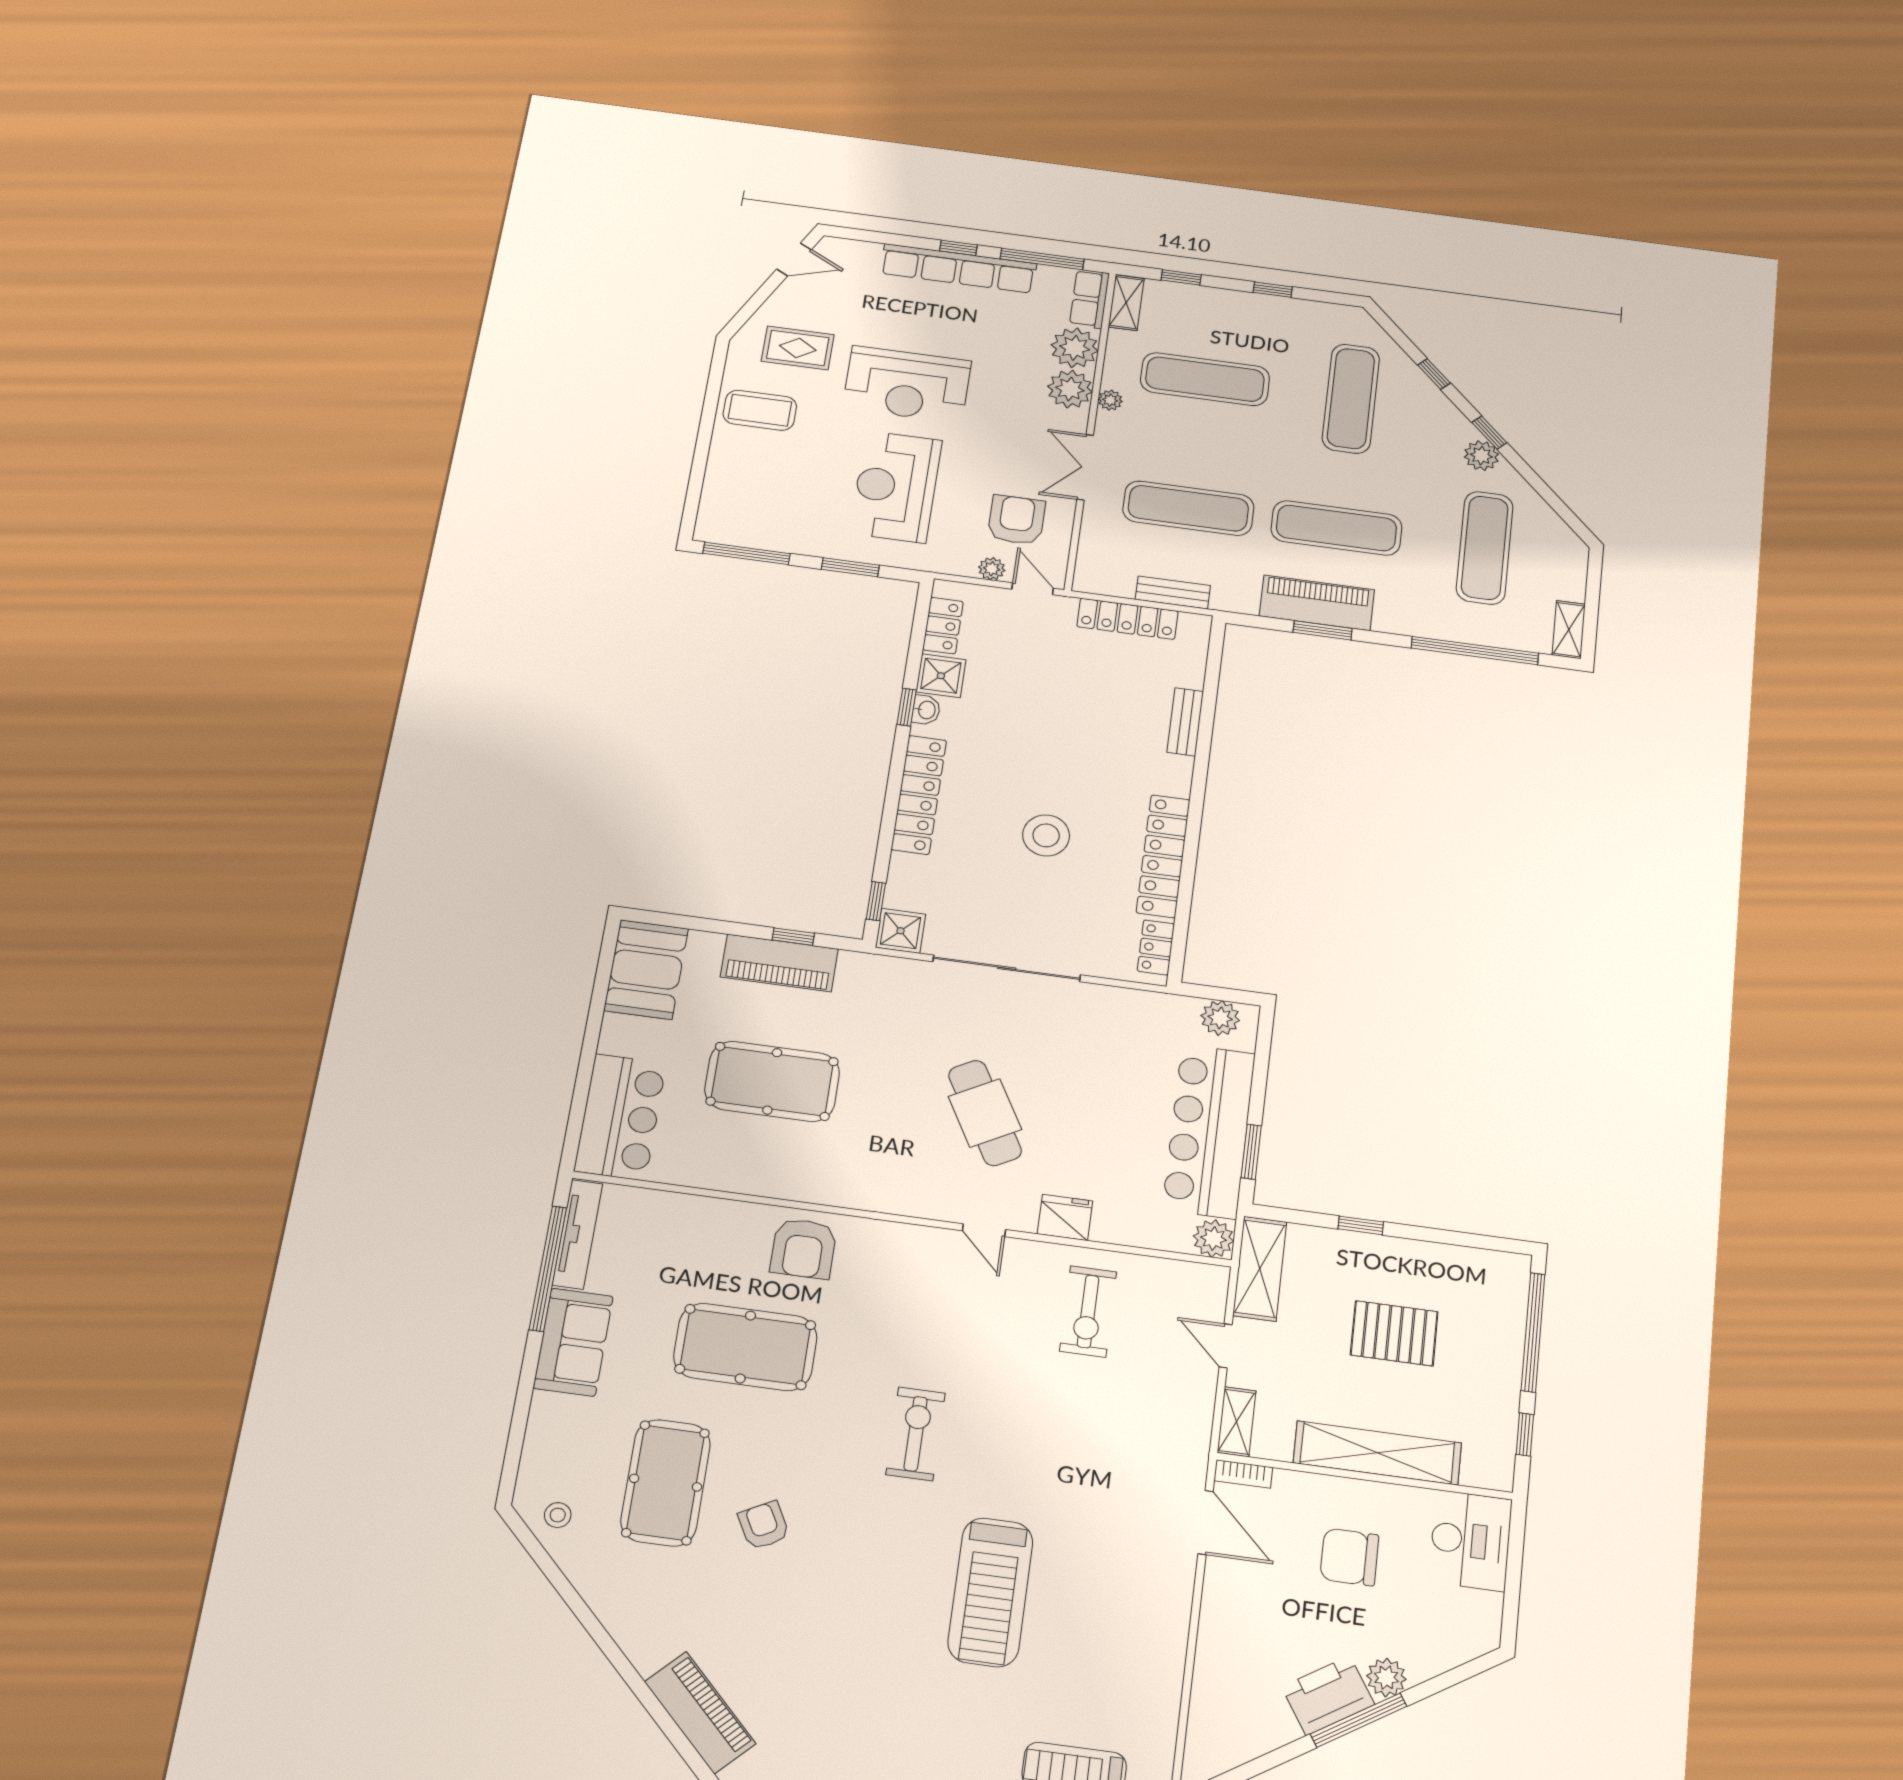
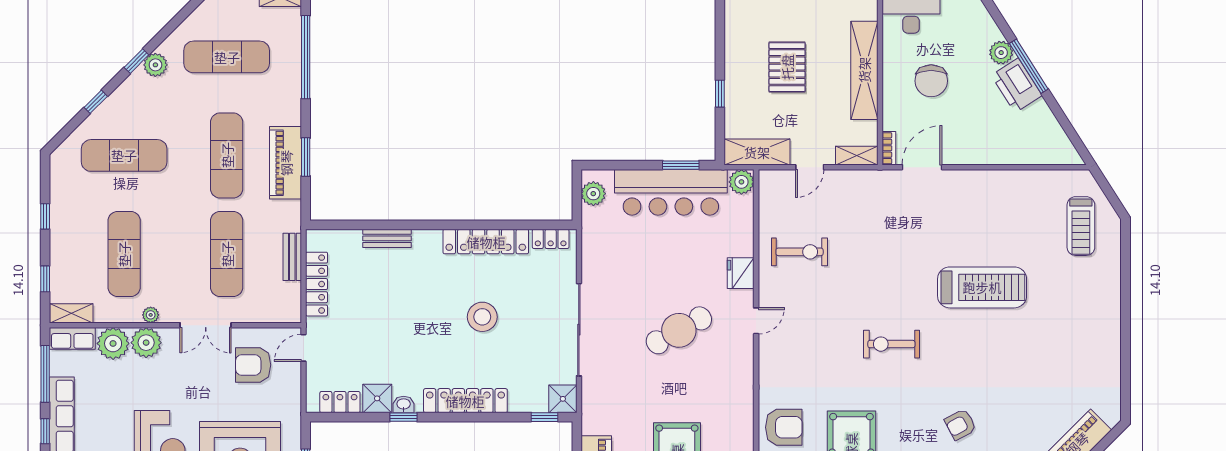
plant: (992, 569) -> (293, 376), removed

